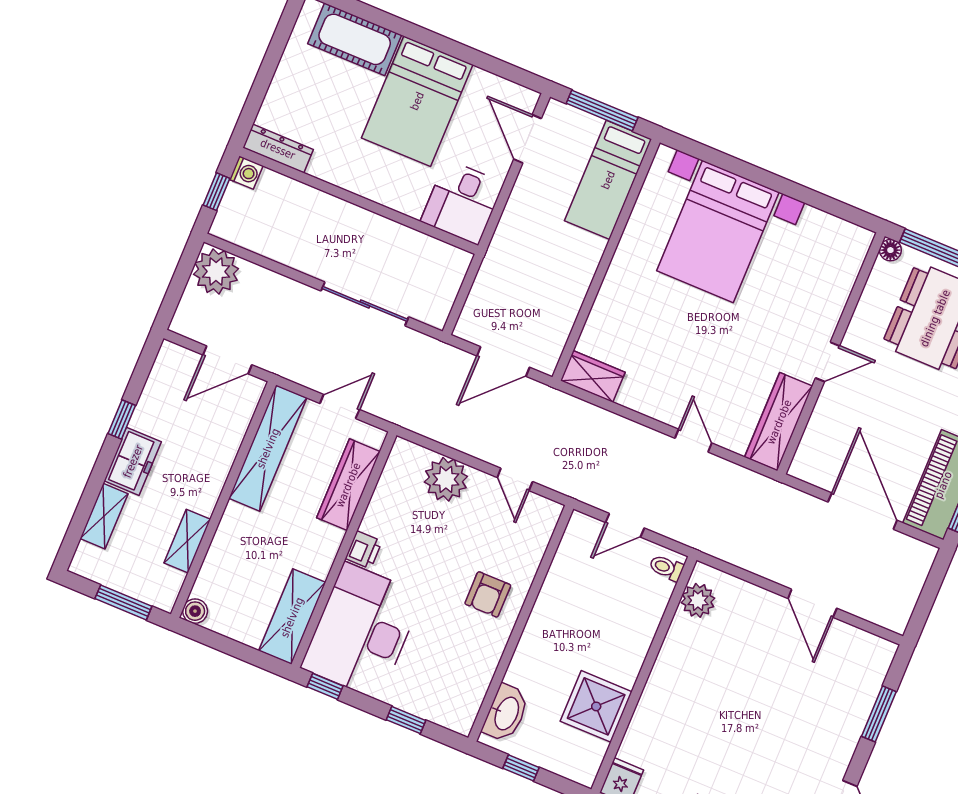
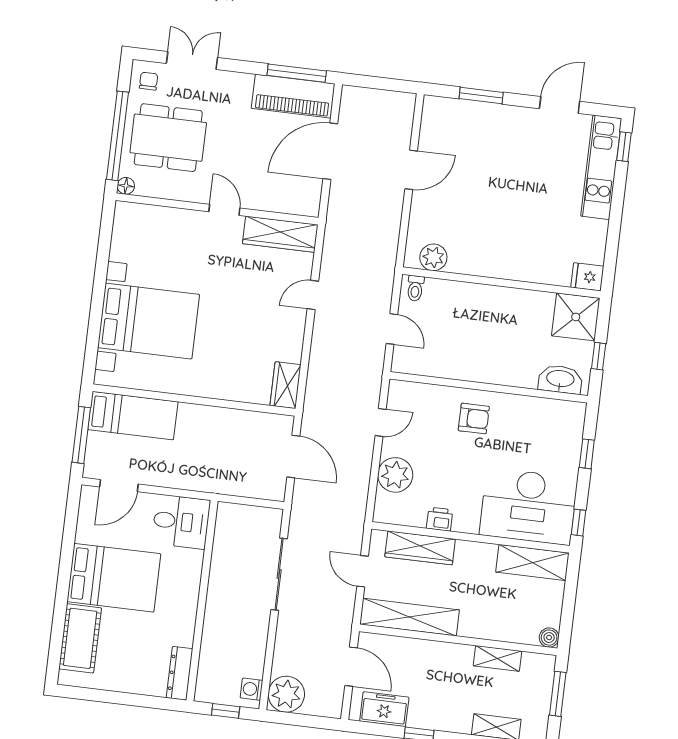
washing machine: (246, 173) -> (252, 689), moved, turned -90
freezer: (133, 461) -> (384, 709), moved
printer: (364, 550) -> (440, 519), moved
shower: (596, 706) -> (576, 317), moved

